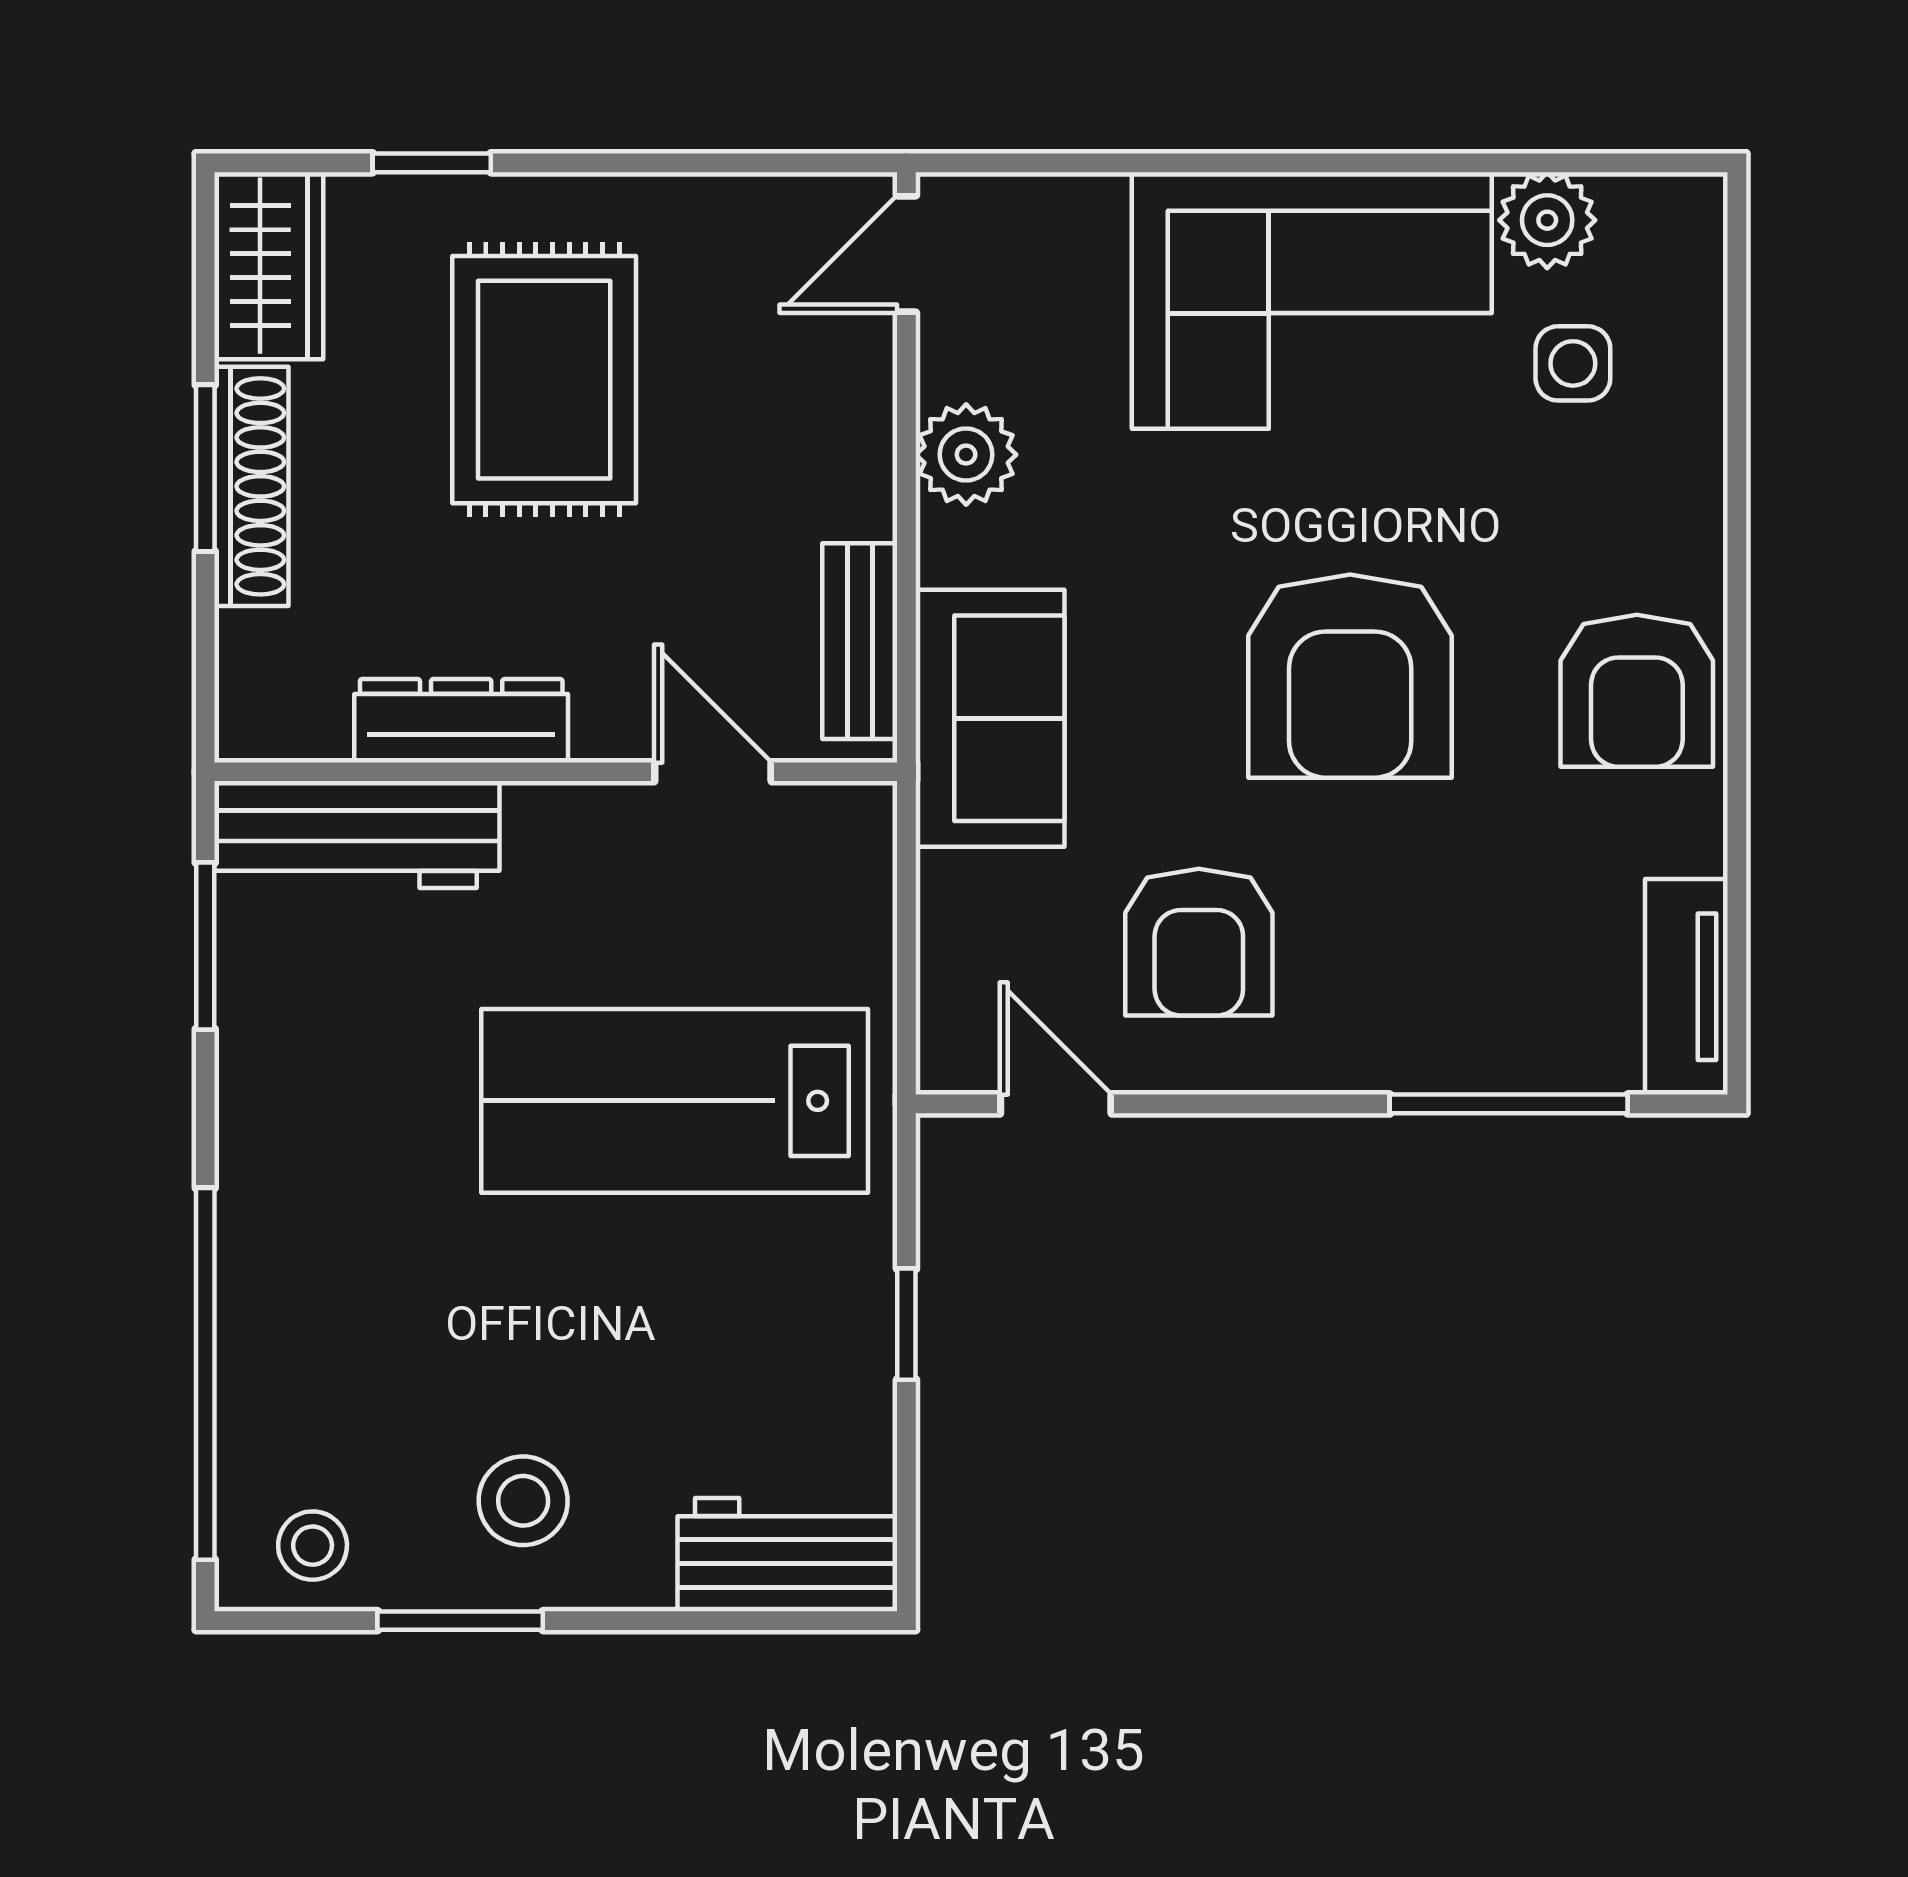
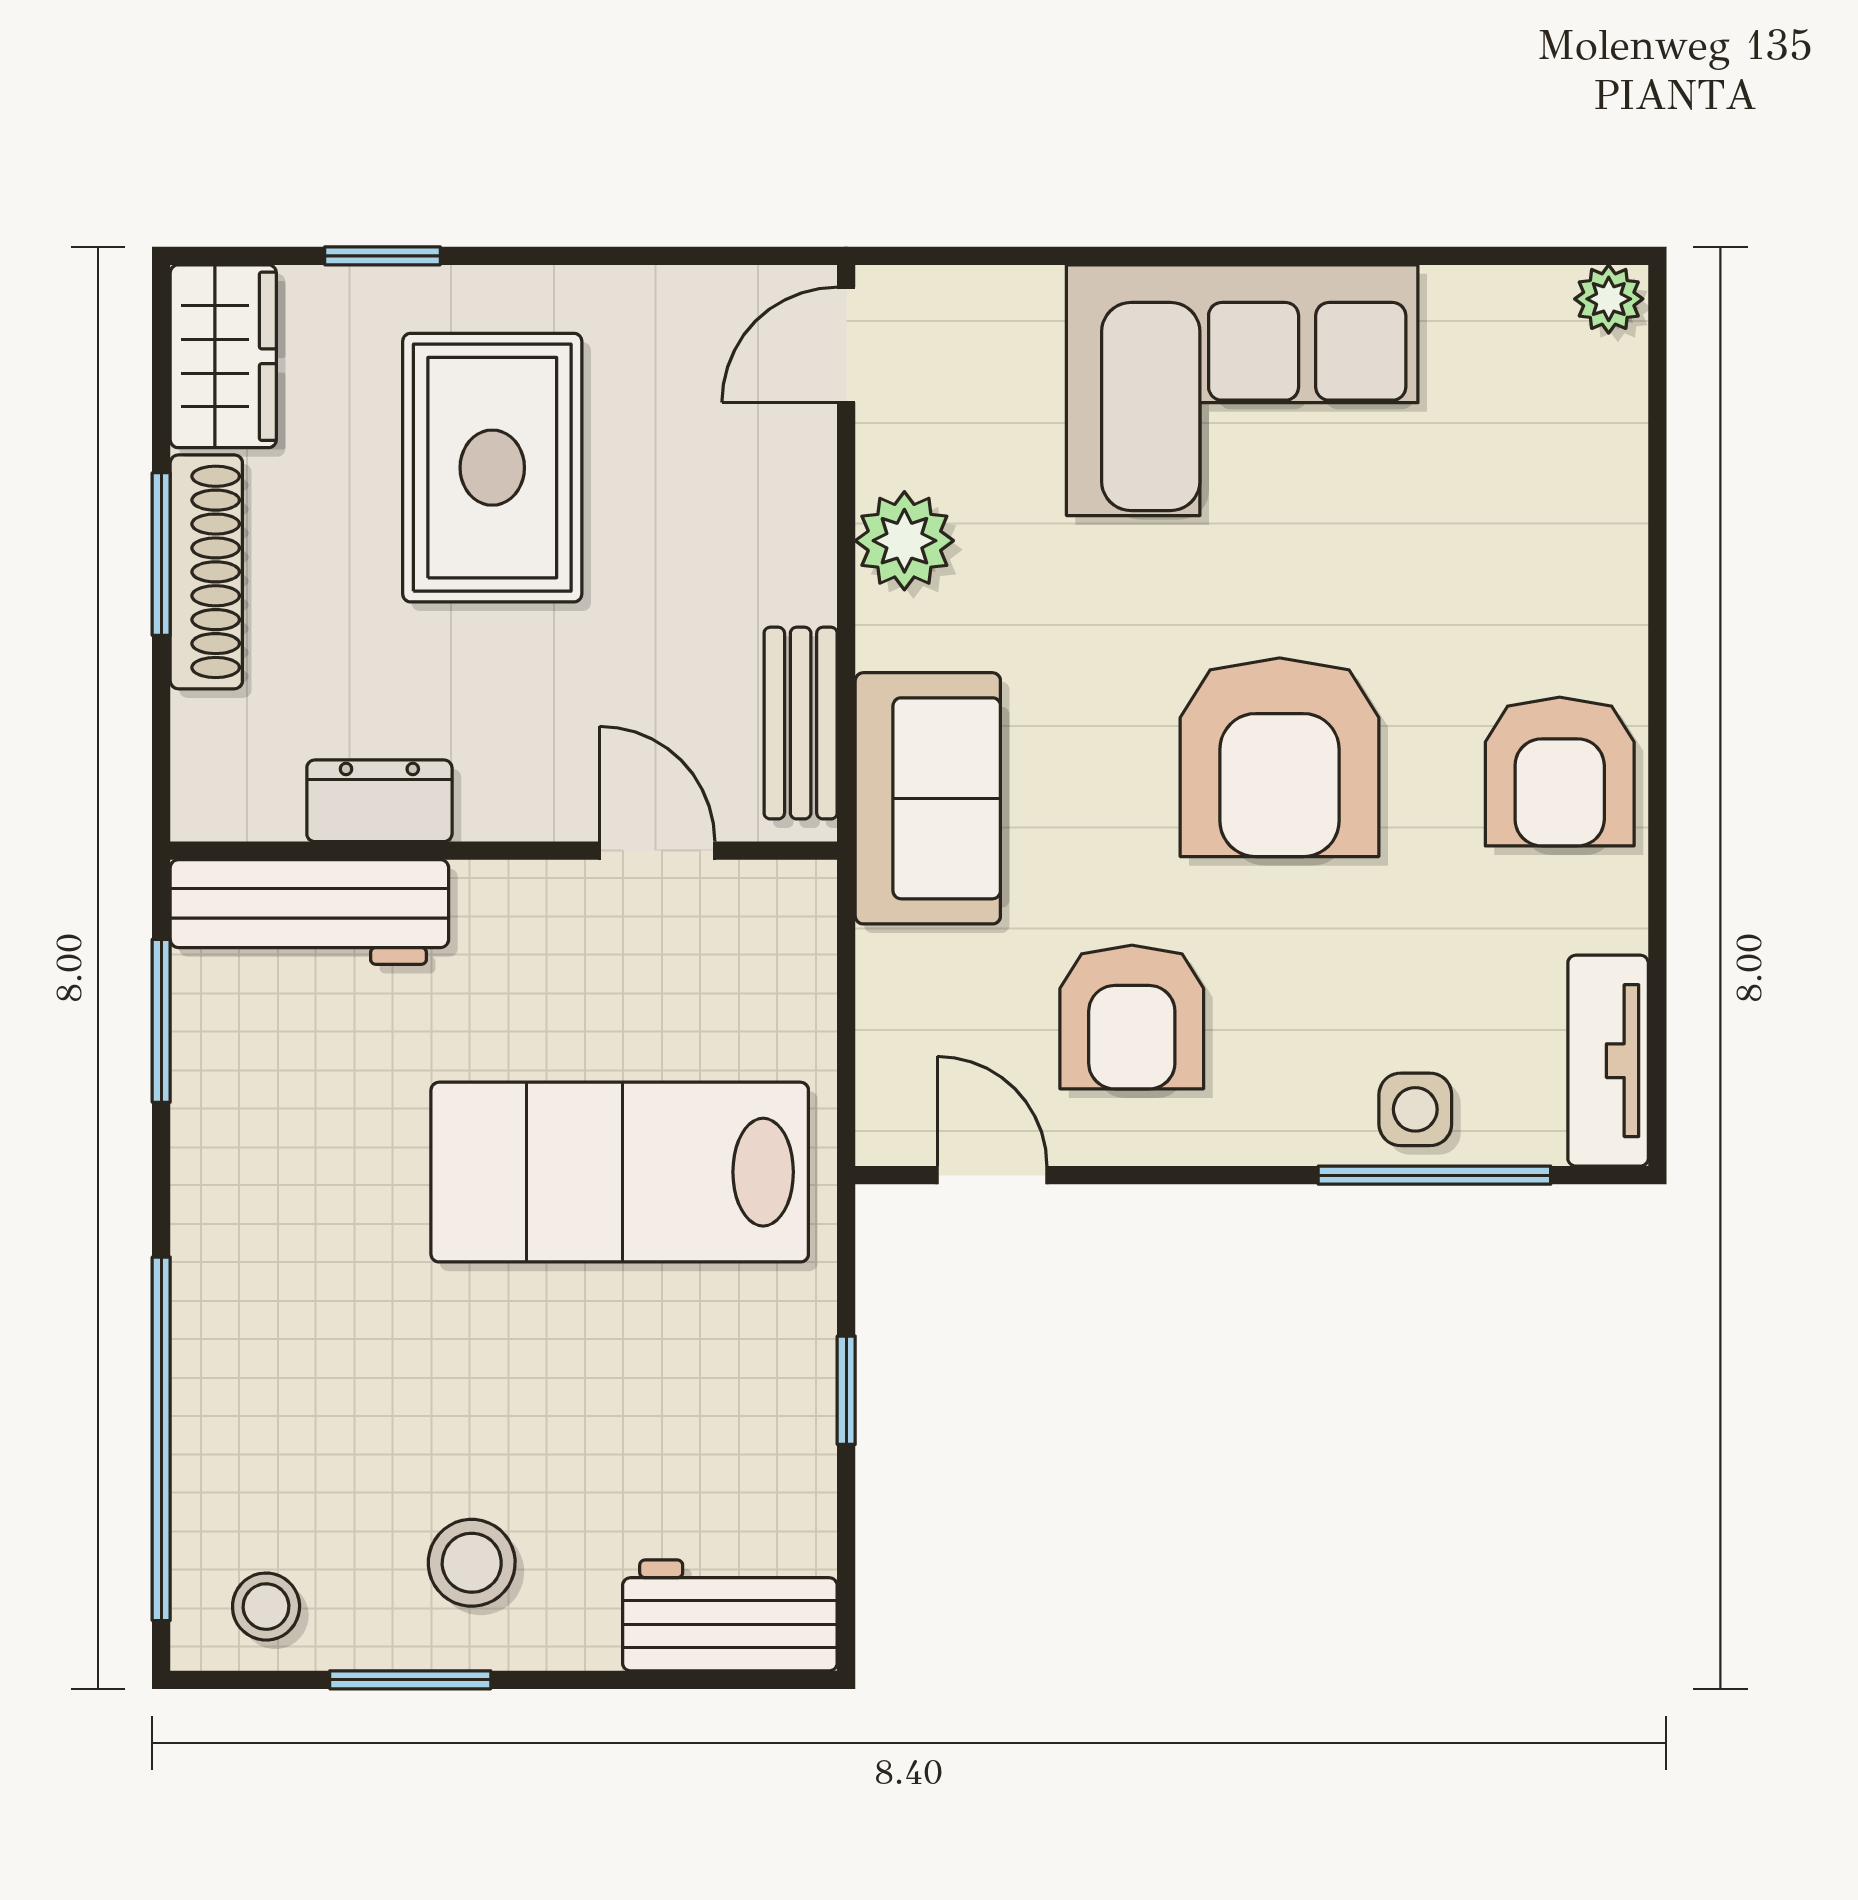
plant: (1547, 220) -> (1609, 299), moved, width x0.73, depth x0.73
side table: (1573, 363) -> (1415, 1109), moved
dresser: (461, 721) -> (379, 801), width x0.70

